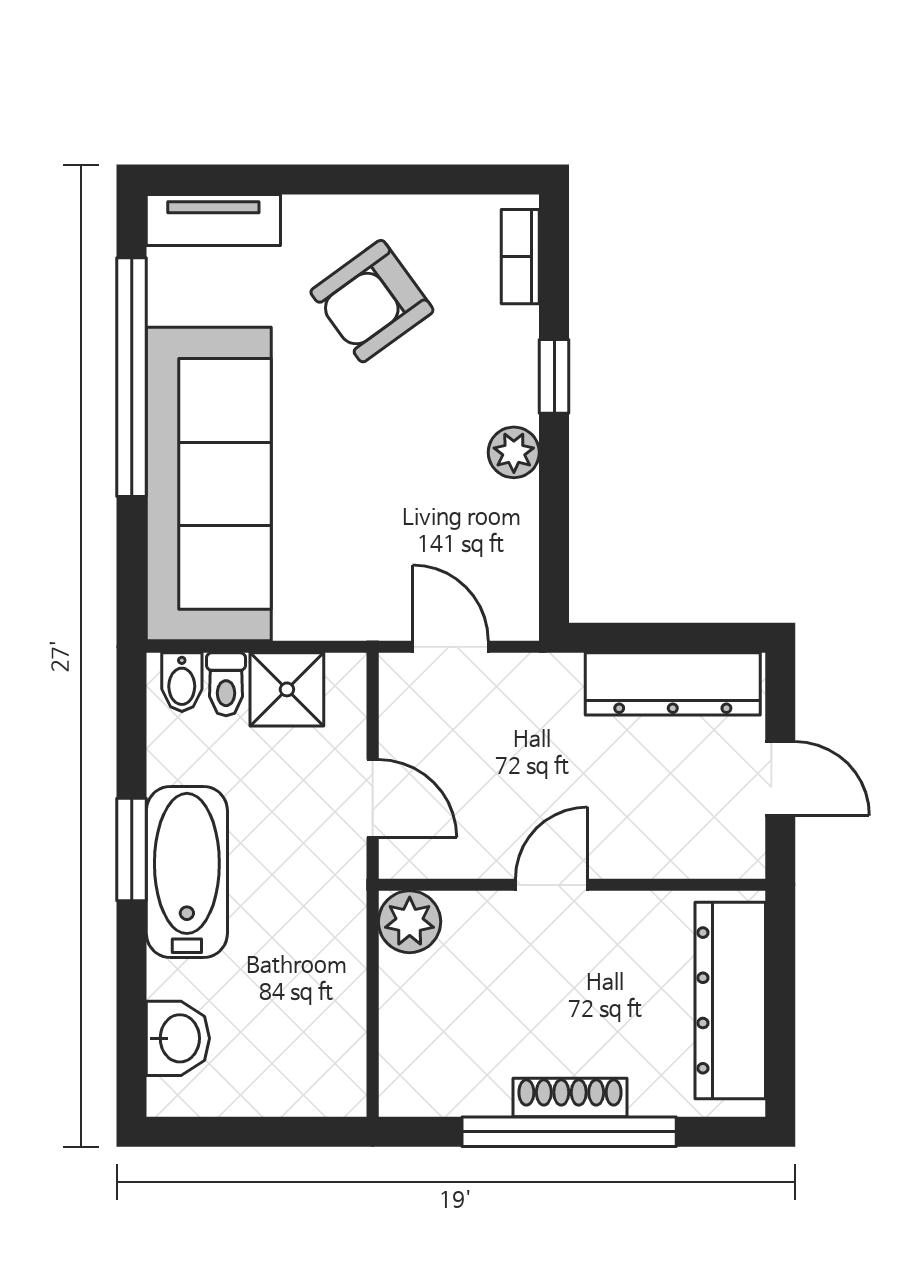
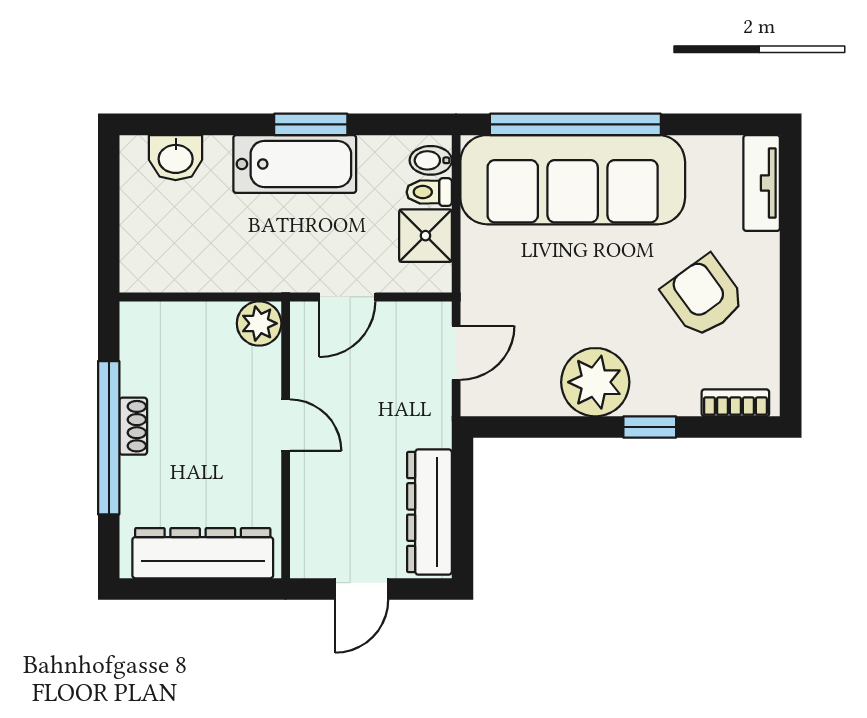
window: (132, 377) -> (575, 124), moved
plant: (514, 452) -> (595, 382), width x1.88, depth x1.88
shoe rack: (570, 1097) -> (133, 426), width x0.70

